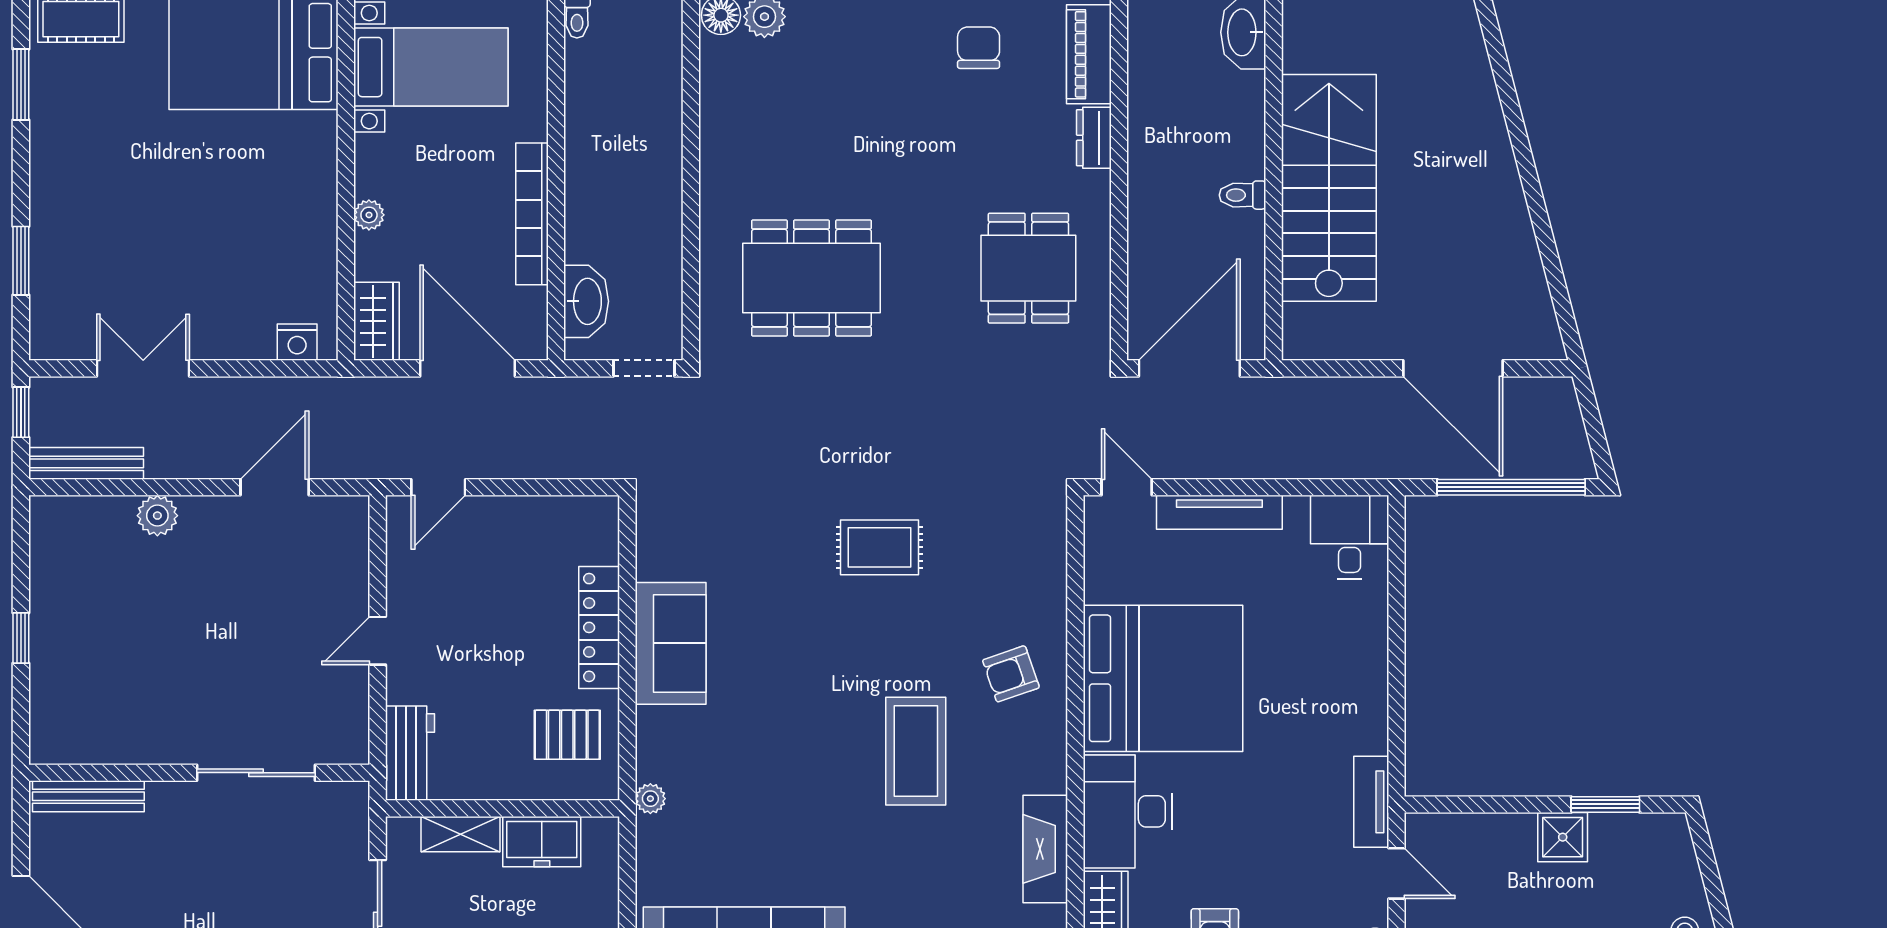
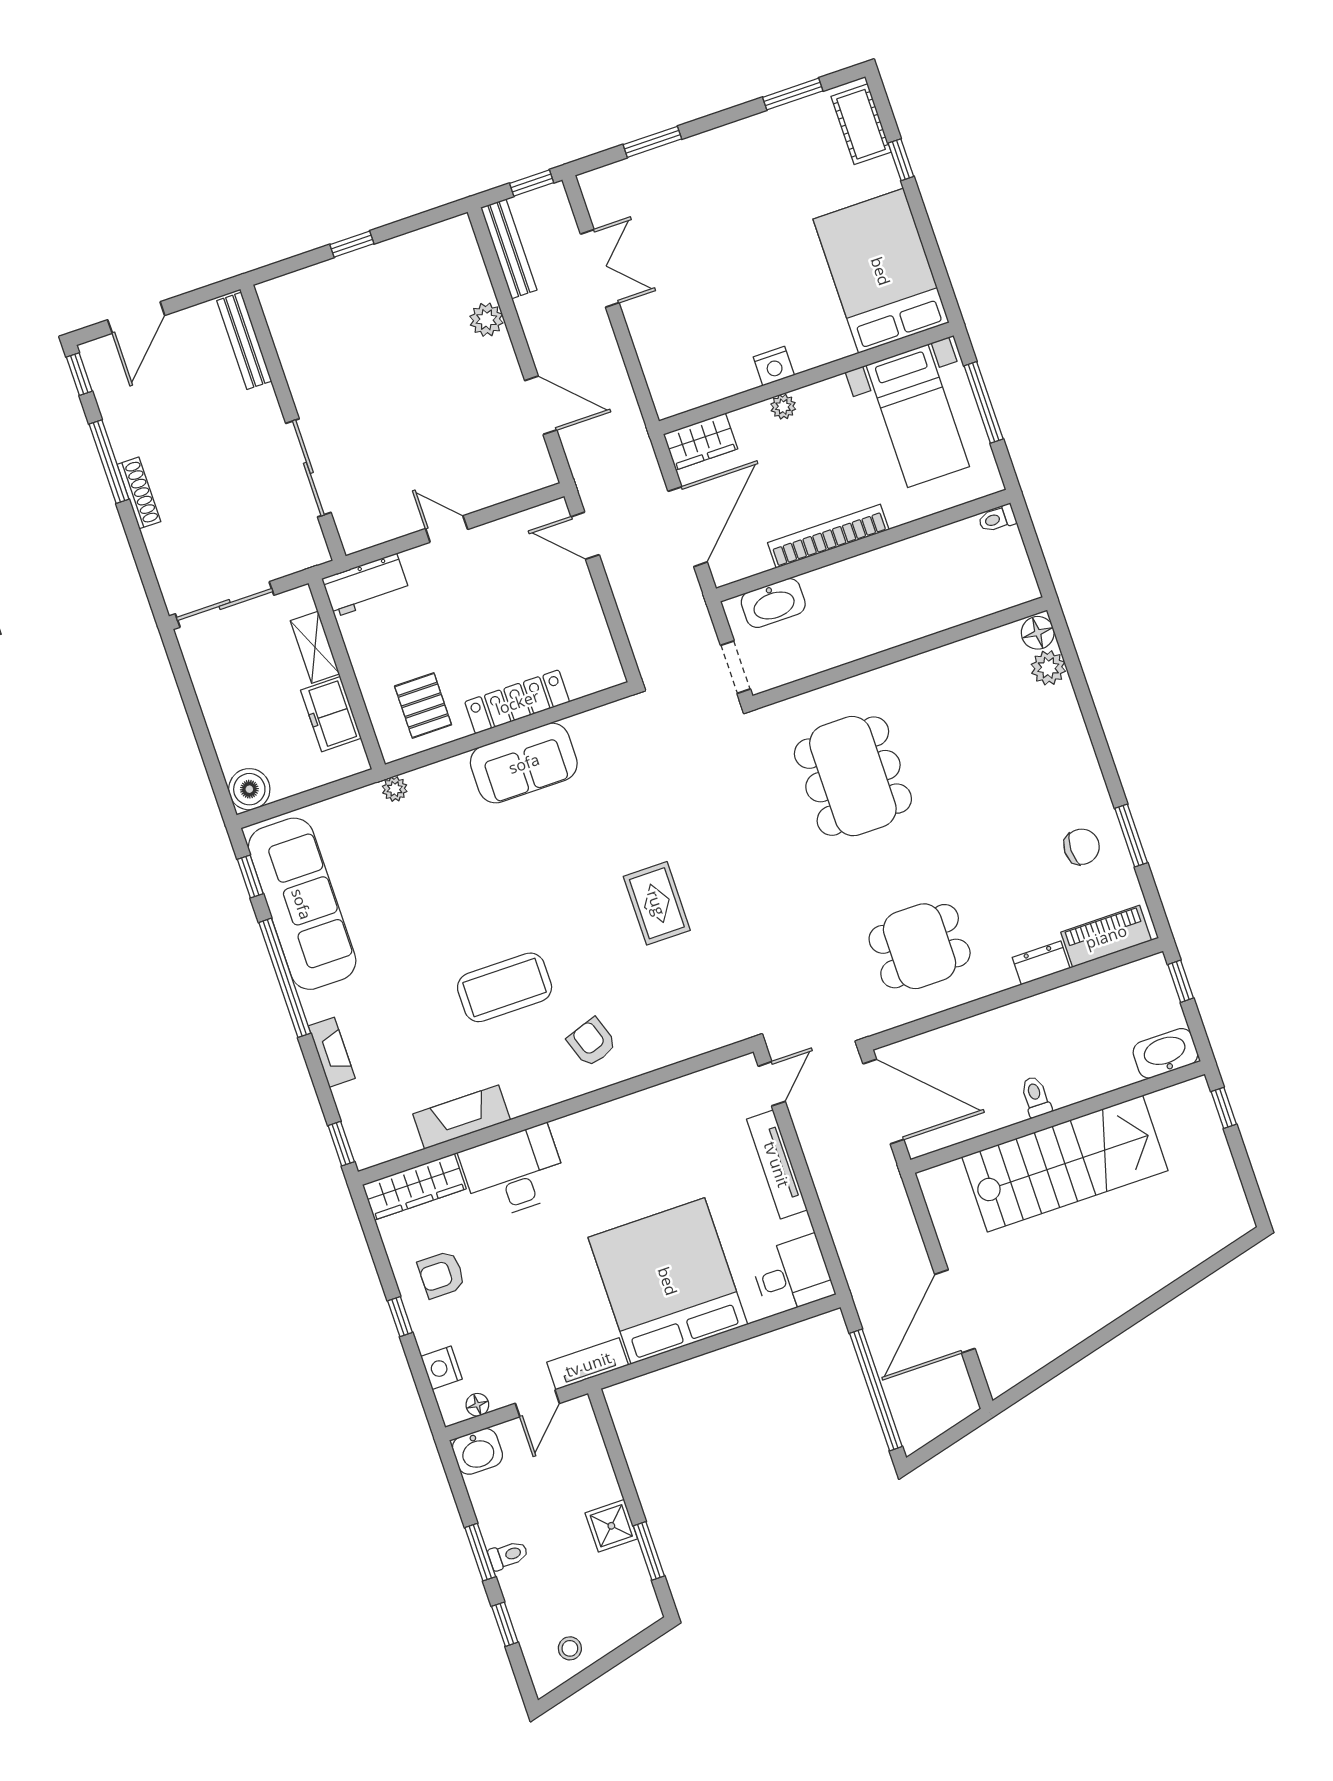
nightstand: (297, 342) -> (774, 366), moved, turned -90
bed: (1163, 678) -> (668, 1281), moved, turned 180

